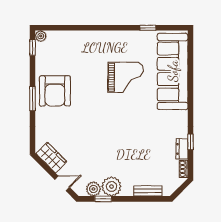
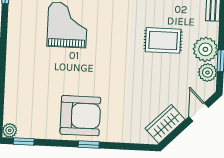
window: (33, 99) -> (89, 145), width x0.67
rug: (117, 153) -> (163, 40), added

